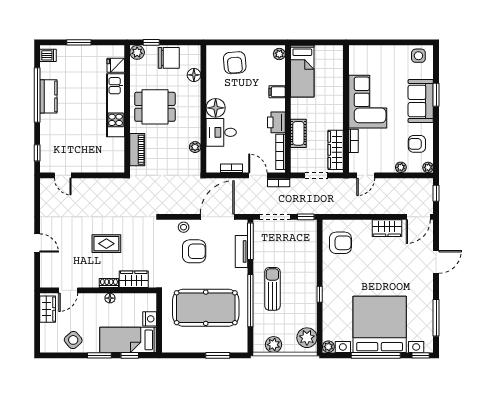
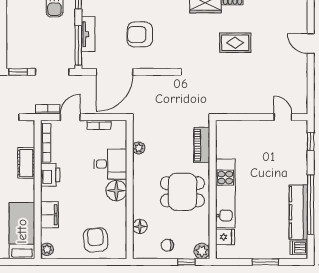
chair: (169, 58) -> (167, 245), width x0.54, depth x0.54
filing cabinet: (277, 92) -> (49, 215), width x2.00
kitchen counter: (48, 96) -> (298, 212), width x1.50
door: (258, 175) -> (70, 117), swing flipped
stool: (184, 227) -> (151, 61), removed

